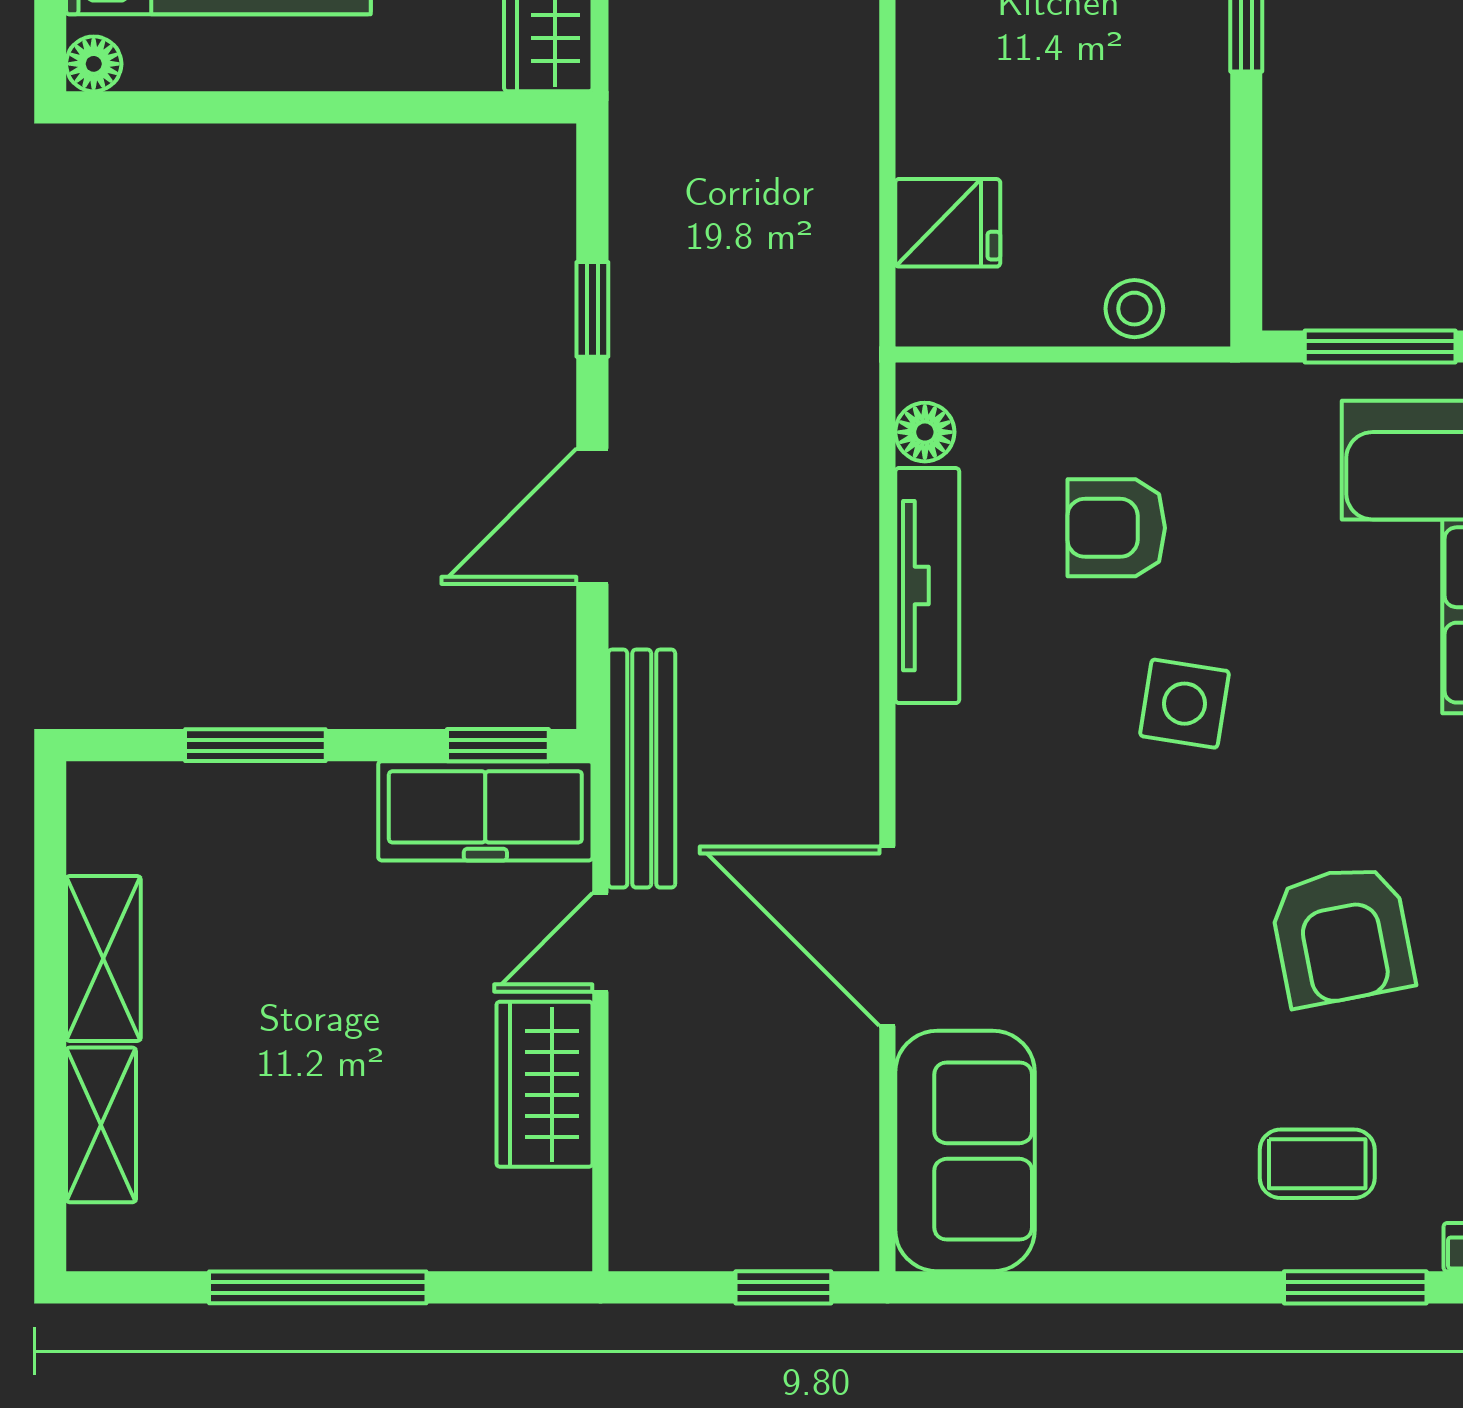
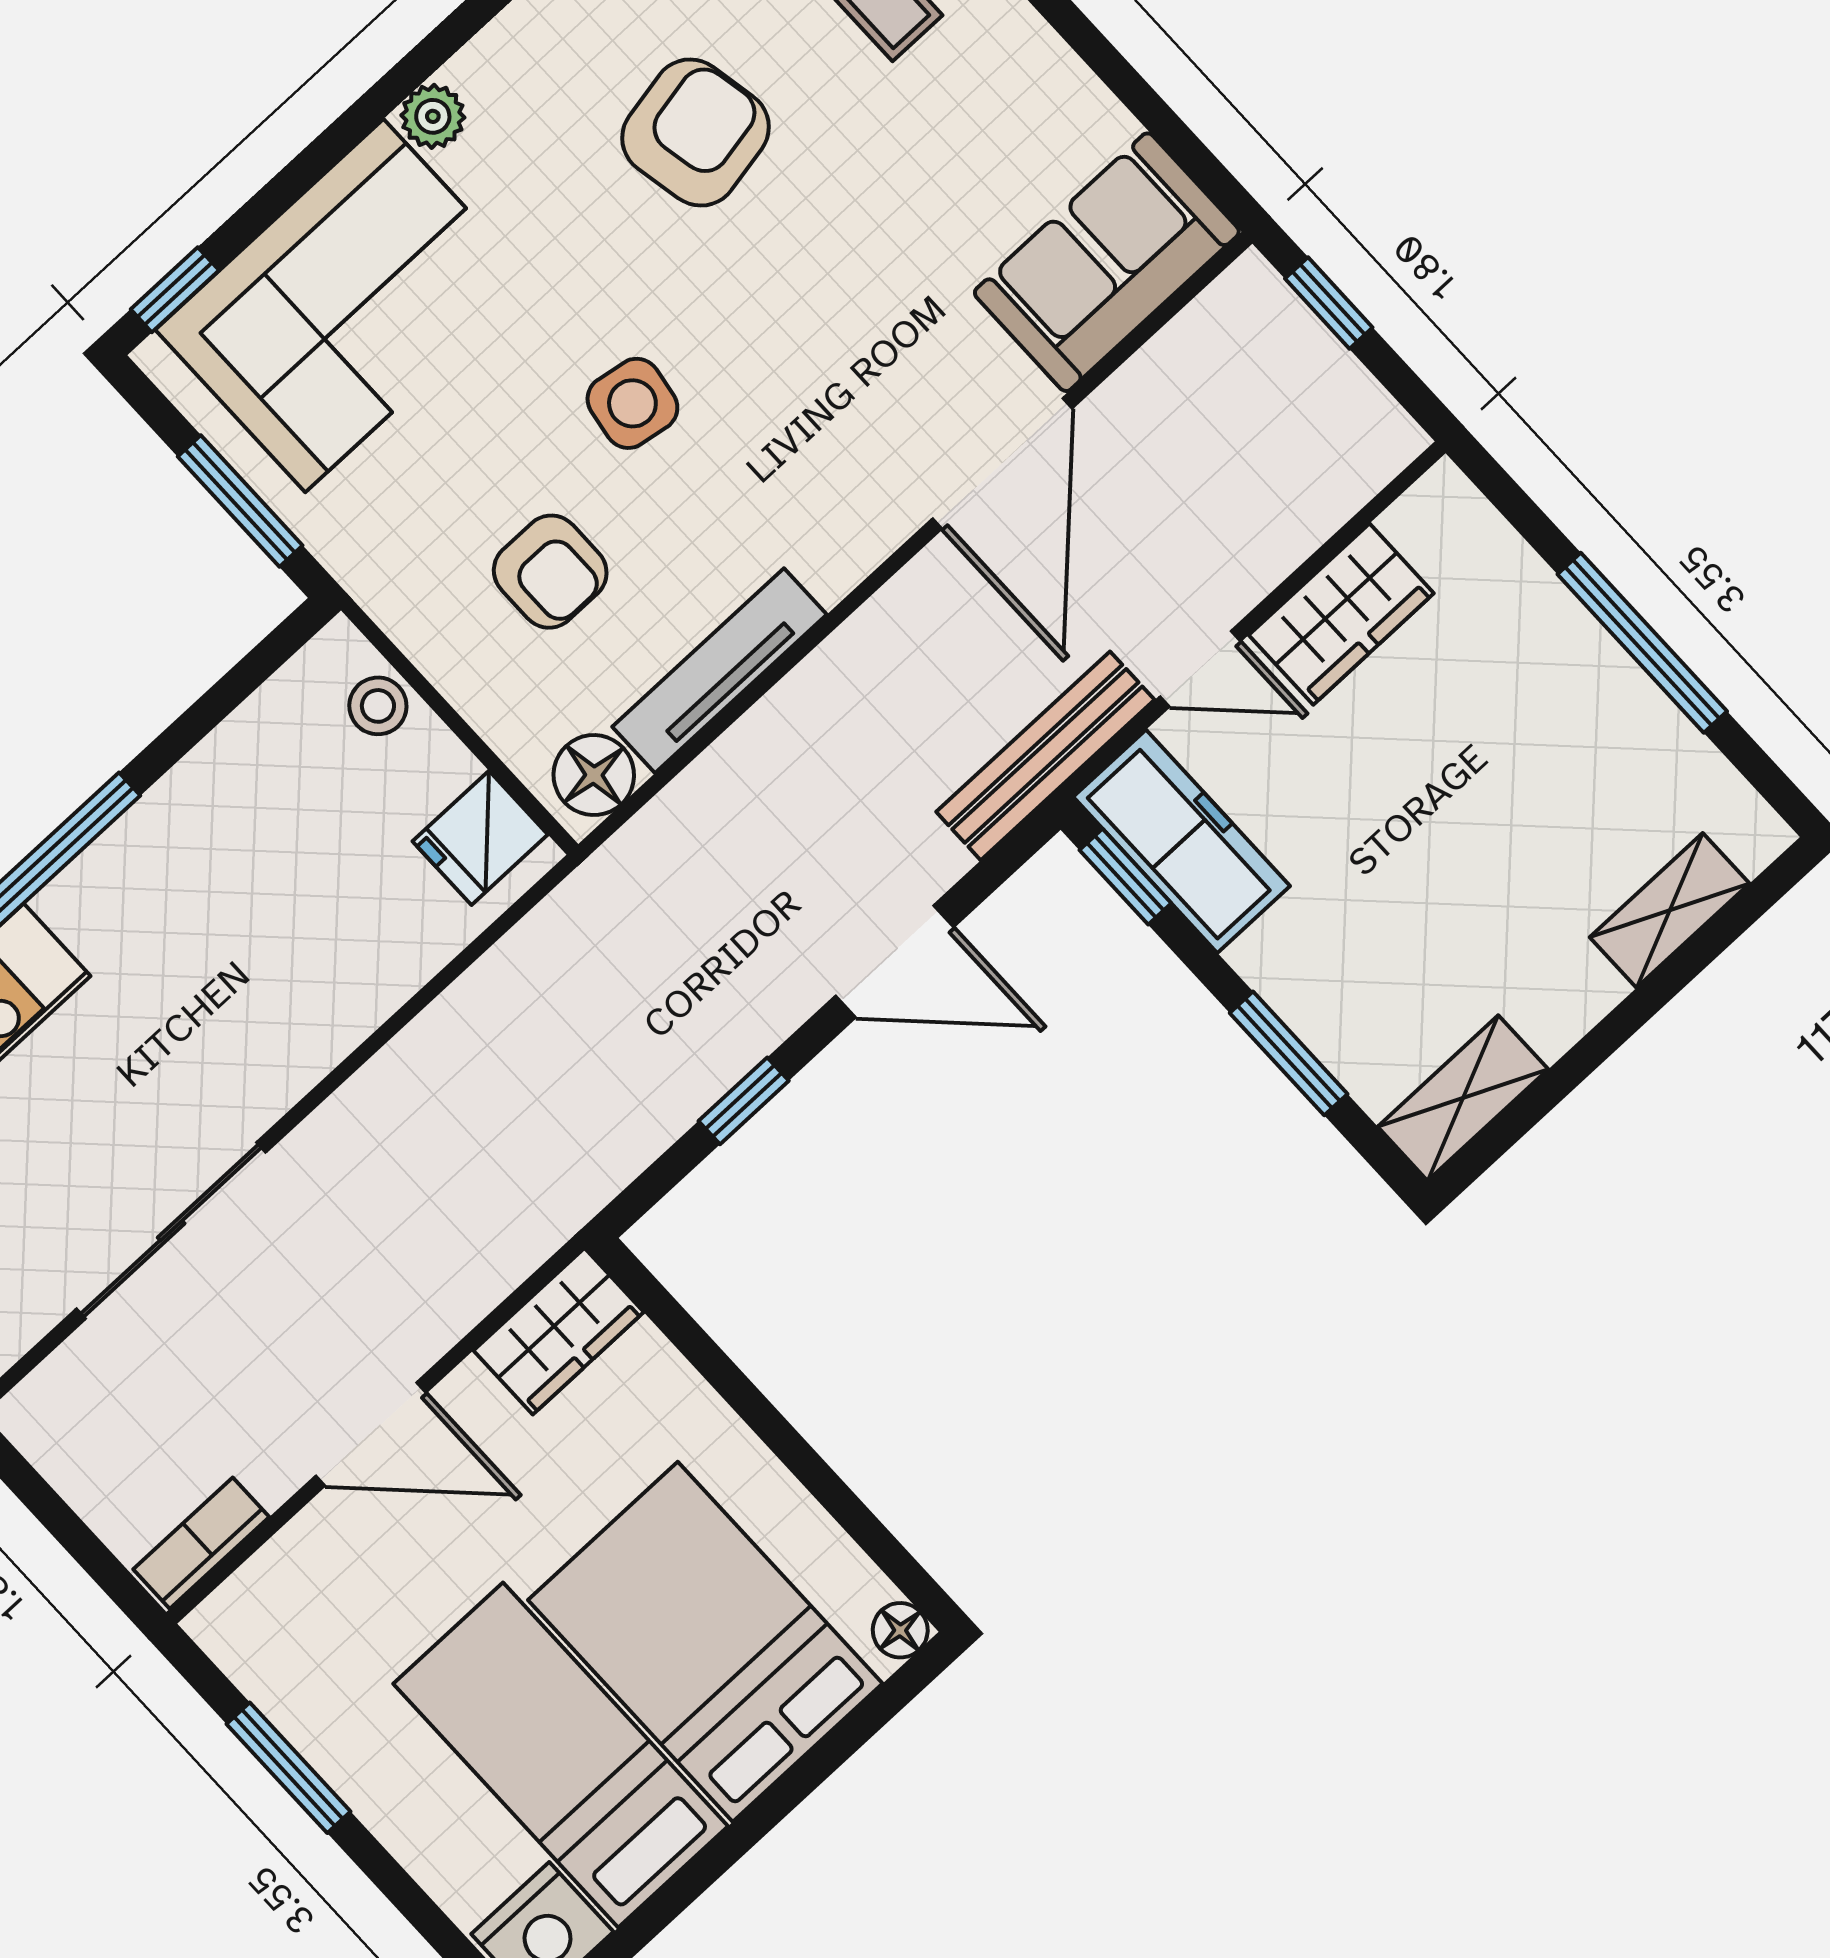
fridge: (948, 223) -> (480, 838), moved, turned -90
floor lamp: (925, 432) -> (594, 775), width x1.37, depth x1.37
shelving: (103, 958) -> (1463, 1098), moved

